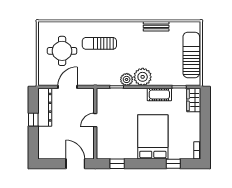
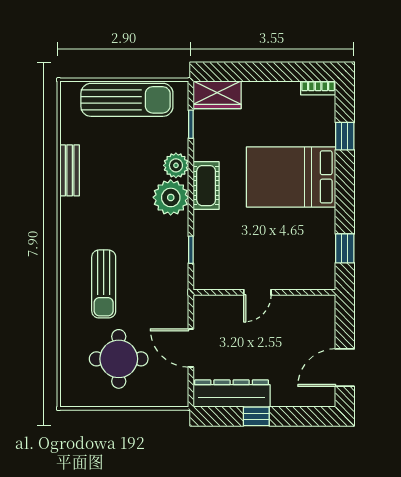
sun lounger: (191, 55) -> (127, 100), turned 180
plant: (127, 79) -> (176, 165), moved
cot: (159, 94) -> (206, 186), moved
door: (95, 120) -> (257, 292), hinge flipped
door: (75, 164) -> (345, 368), moved

